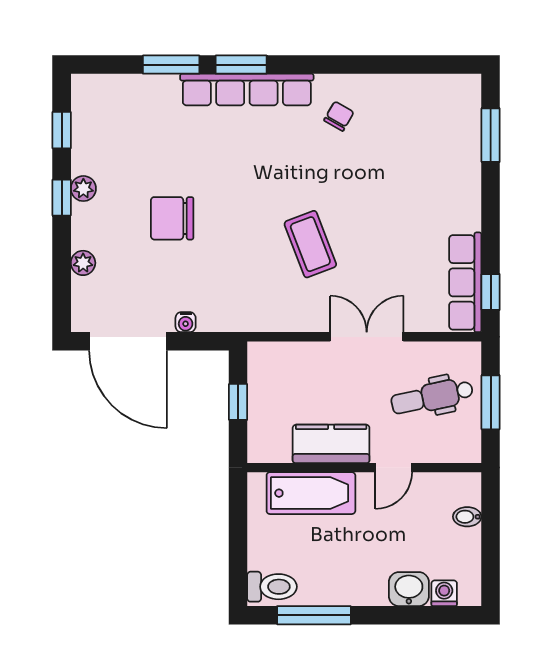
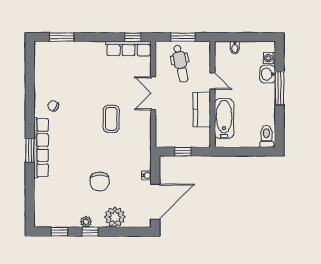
window: (171, 65) -> (30, 182), removed
coffee table: (310, 244) -> (111, 119), turned -69
plant: (83, 263) -> (115, 217), width x1.88, depth x1.88
window: (314, 615) -> (279, 88), moved

